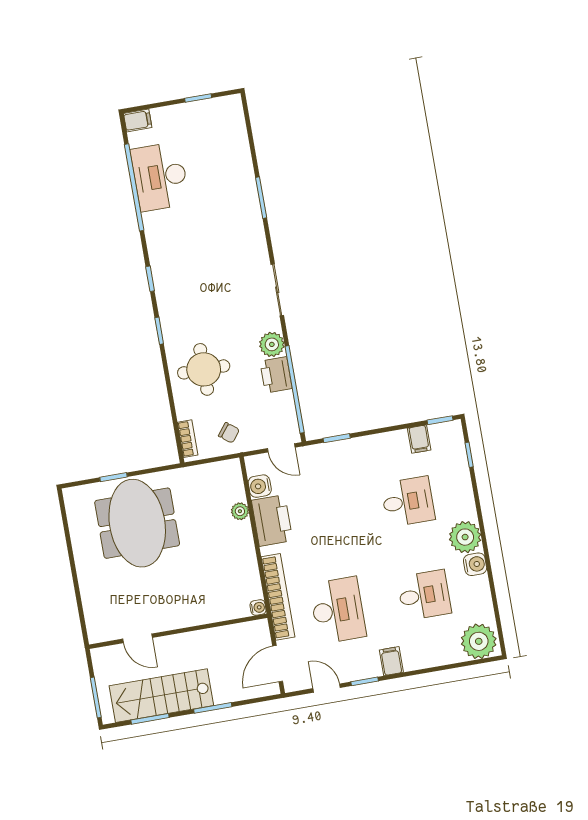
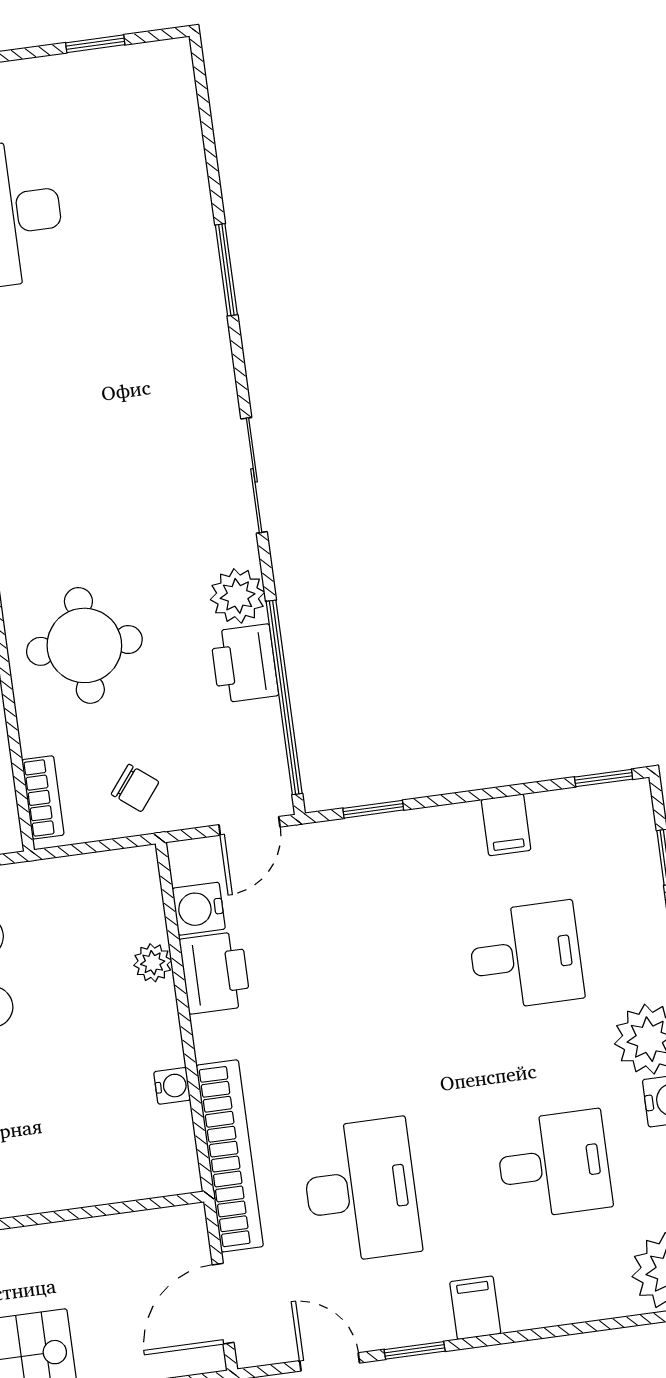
filing cabinet: (419, 439) -> (506, 825), moved
door: (281, 448) -> (250, 826), hinge flipped
printer: (272, 520) -> (215, 973), width x0.73, depth x0.84
water cooler: (258, 608) -> (172, 1086), moved

